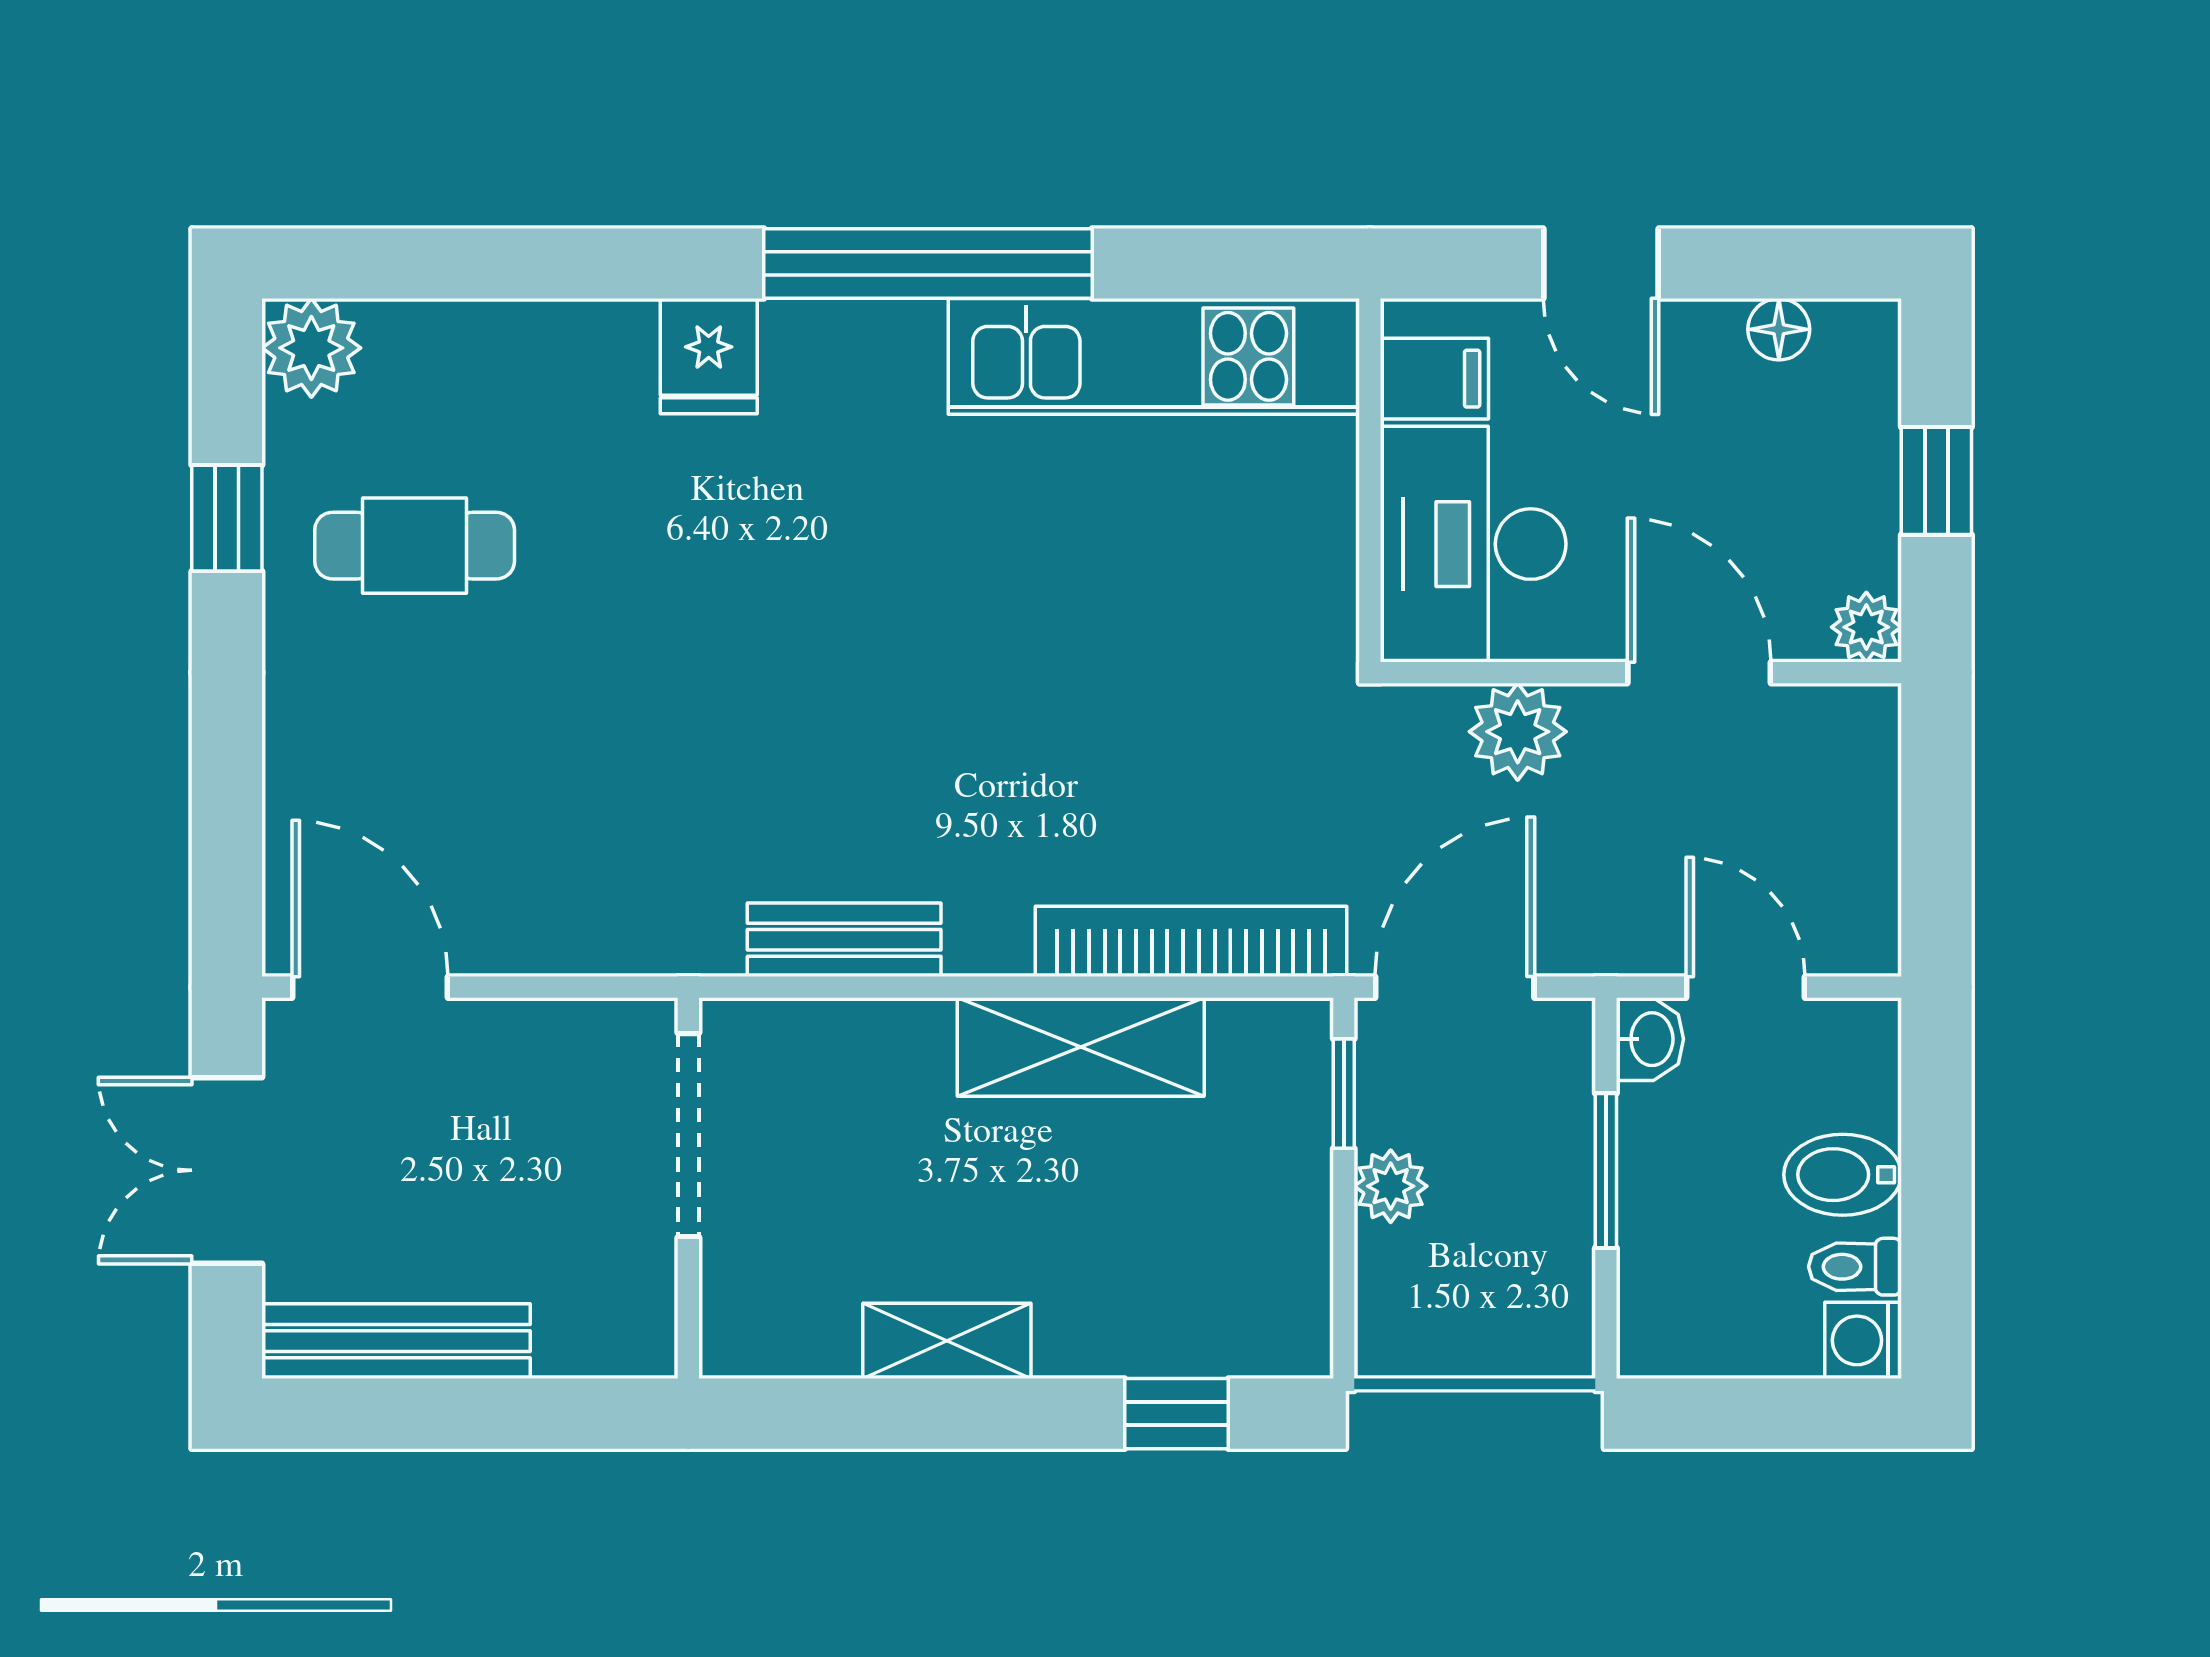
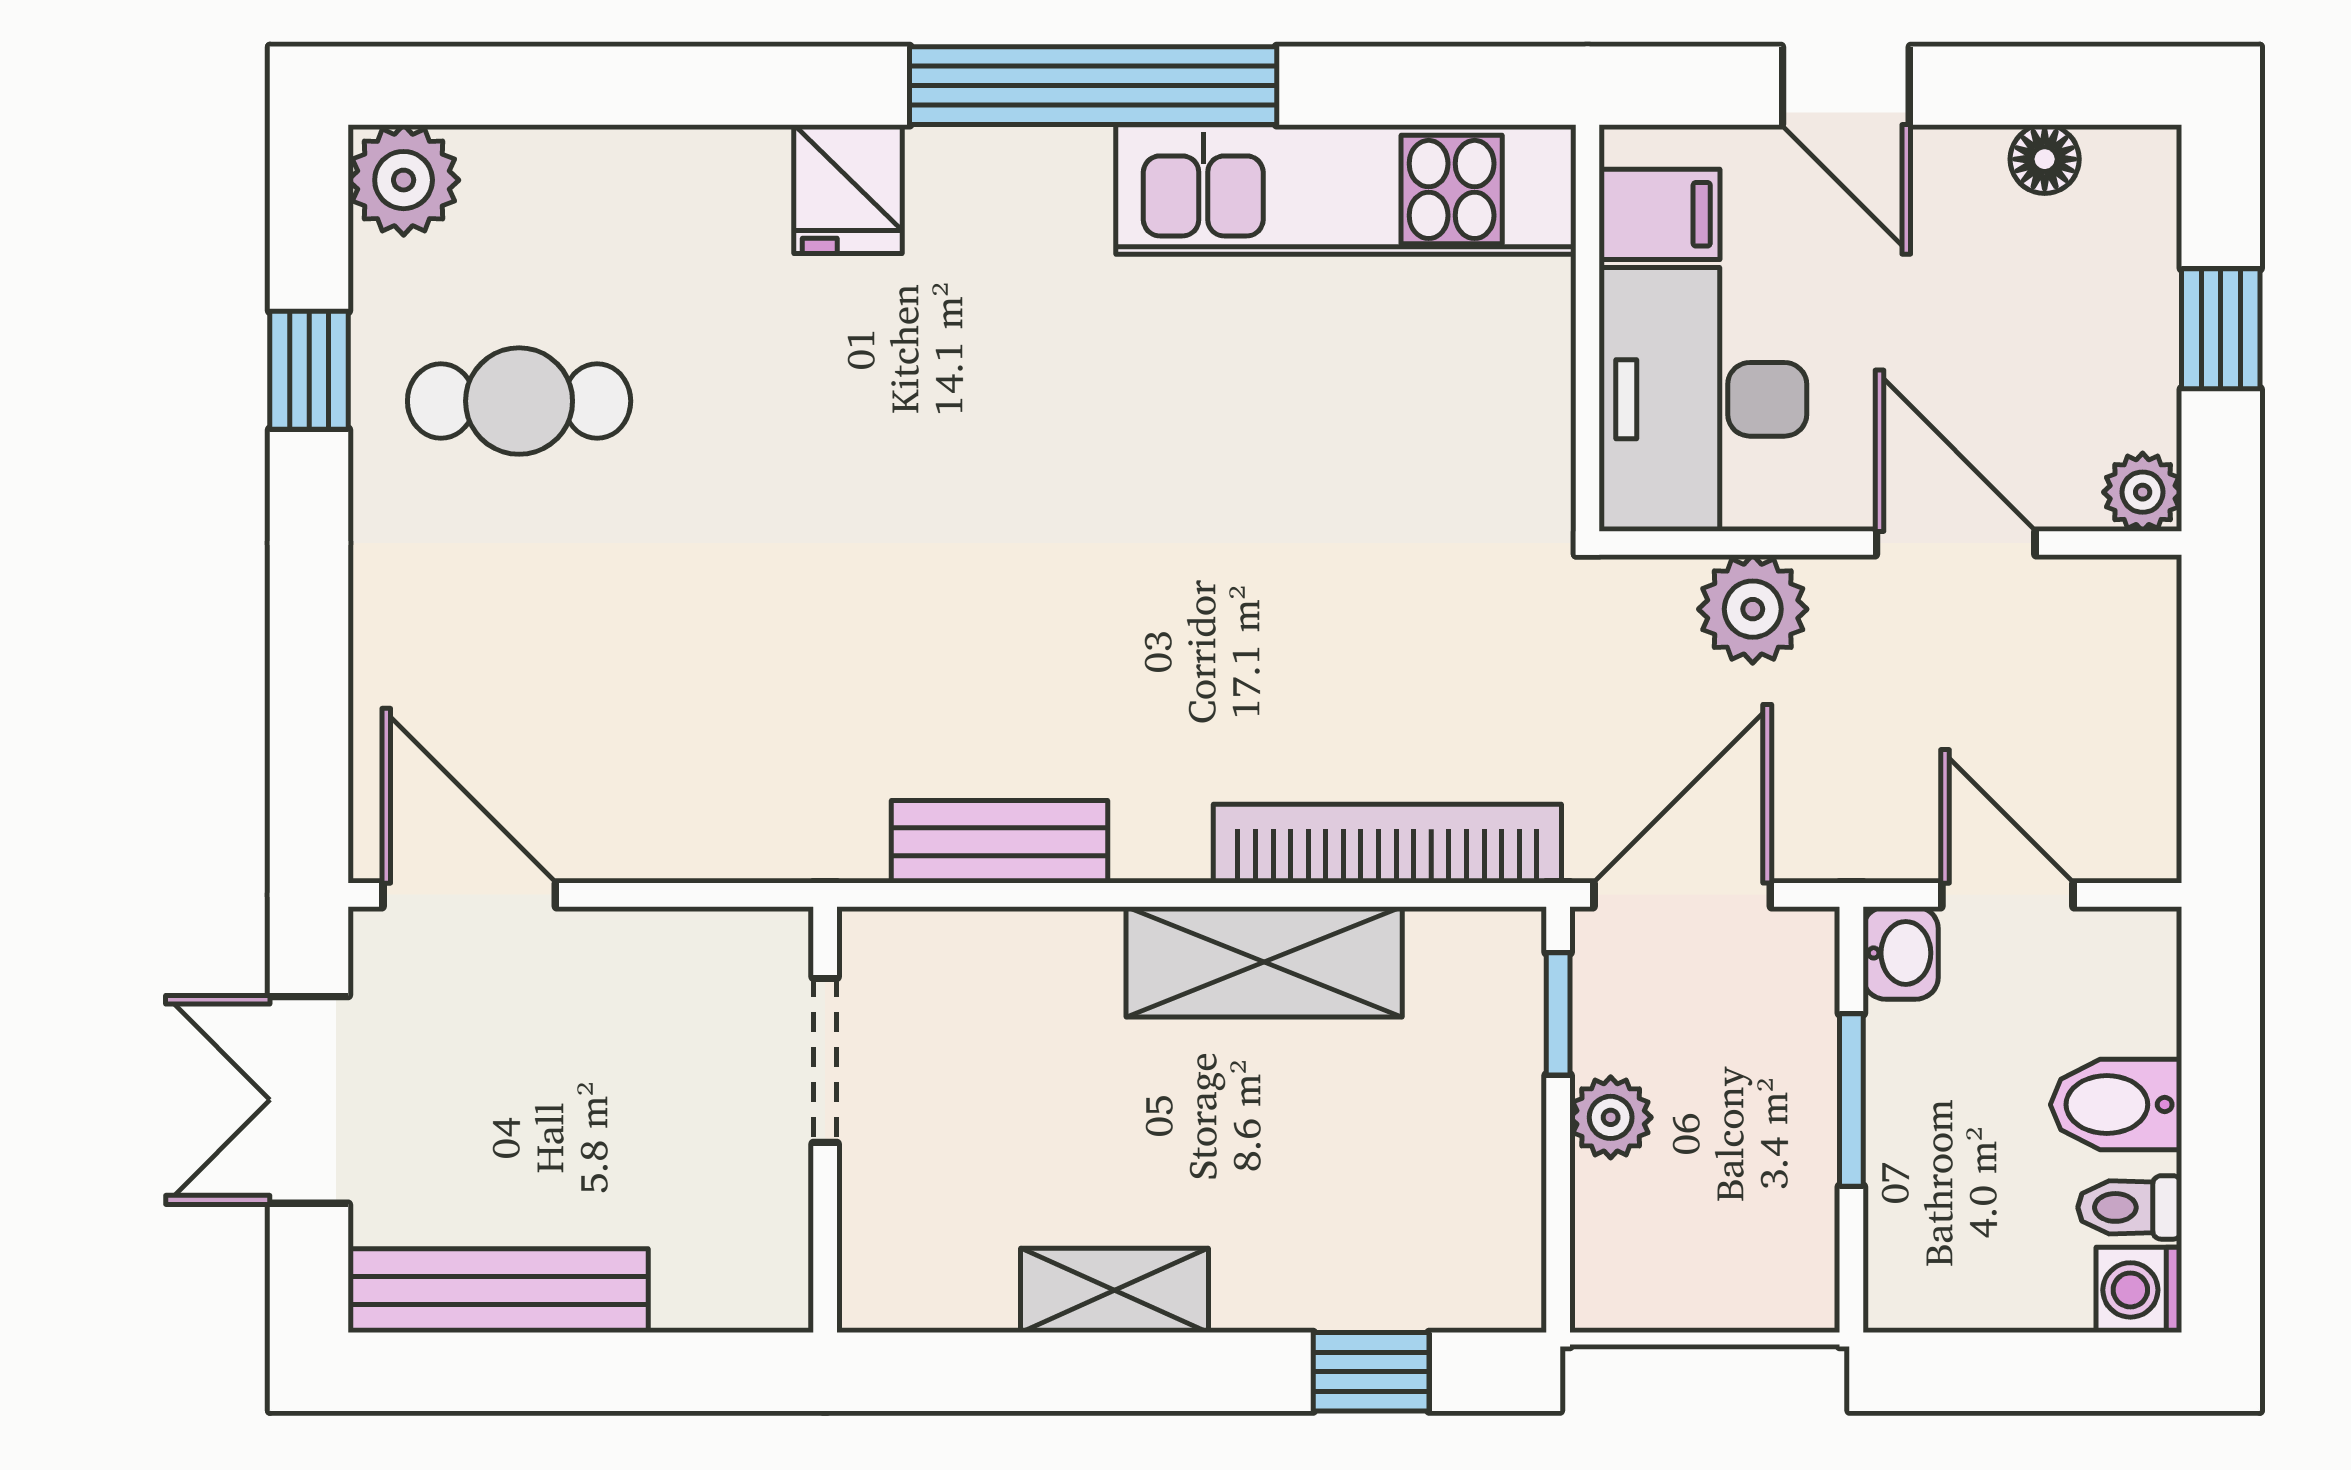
doorway: (688, 1135) -> (825, 1060), width x0.73

